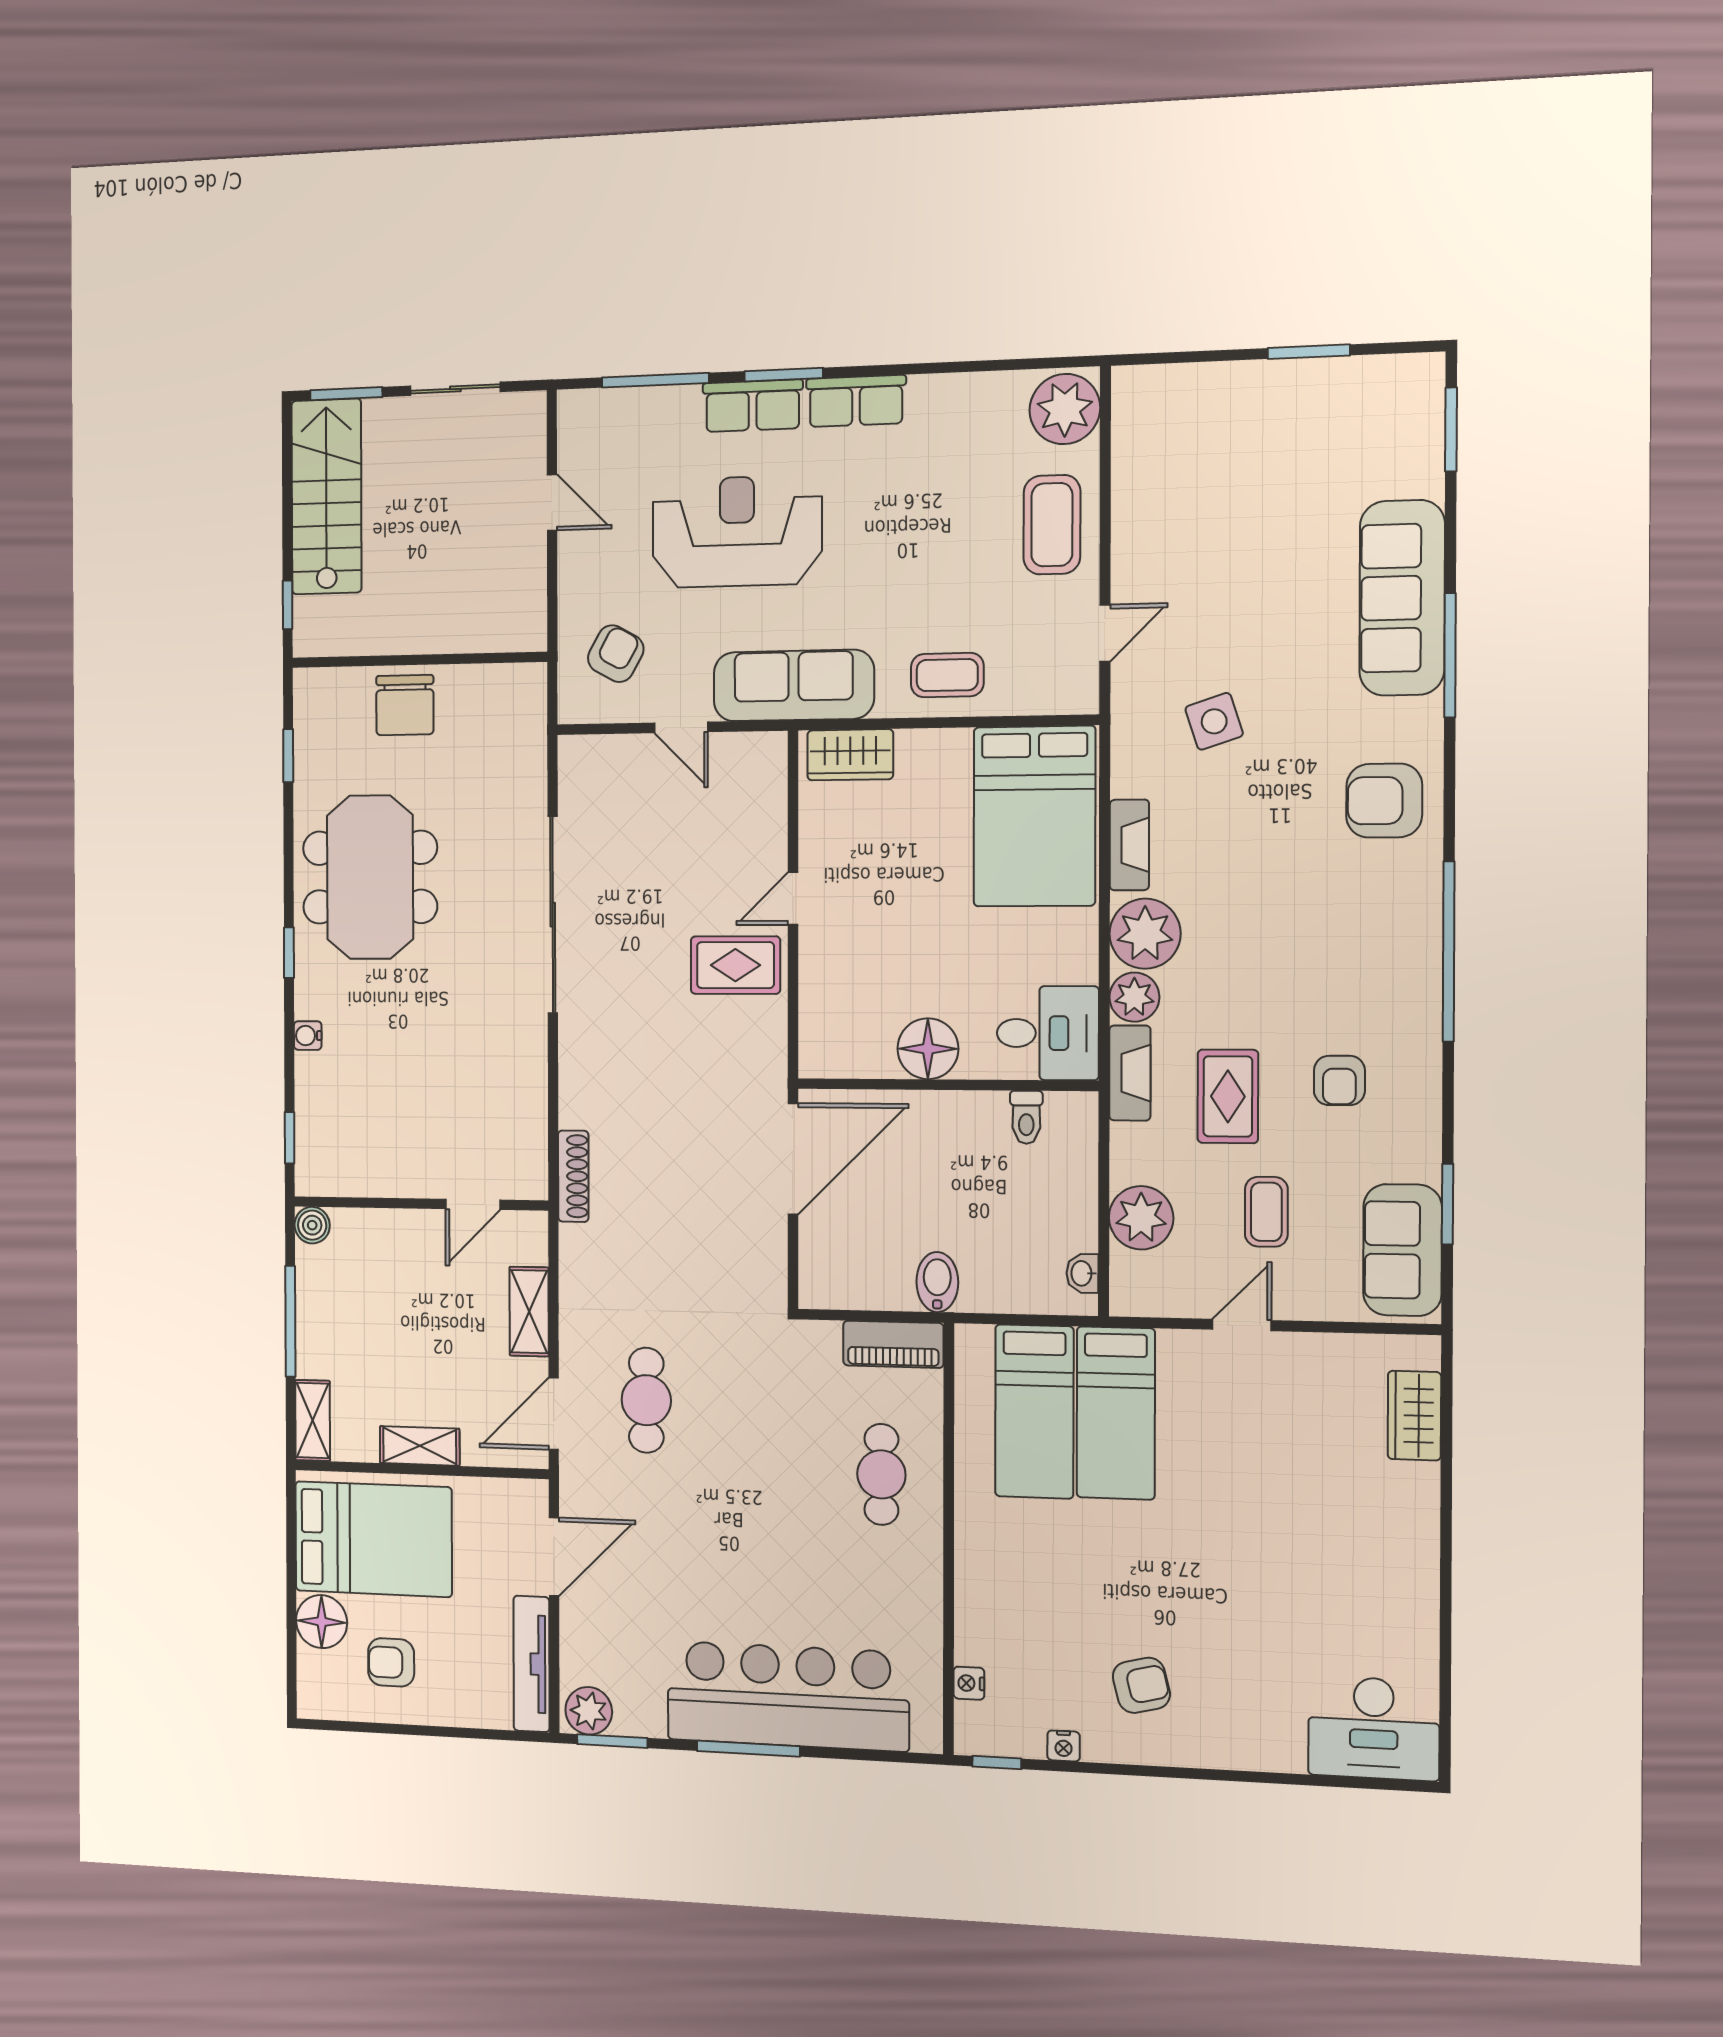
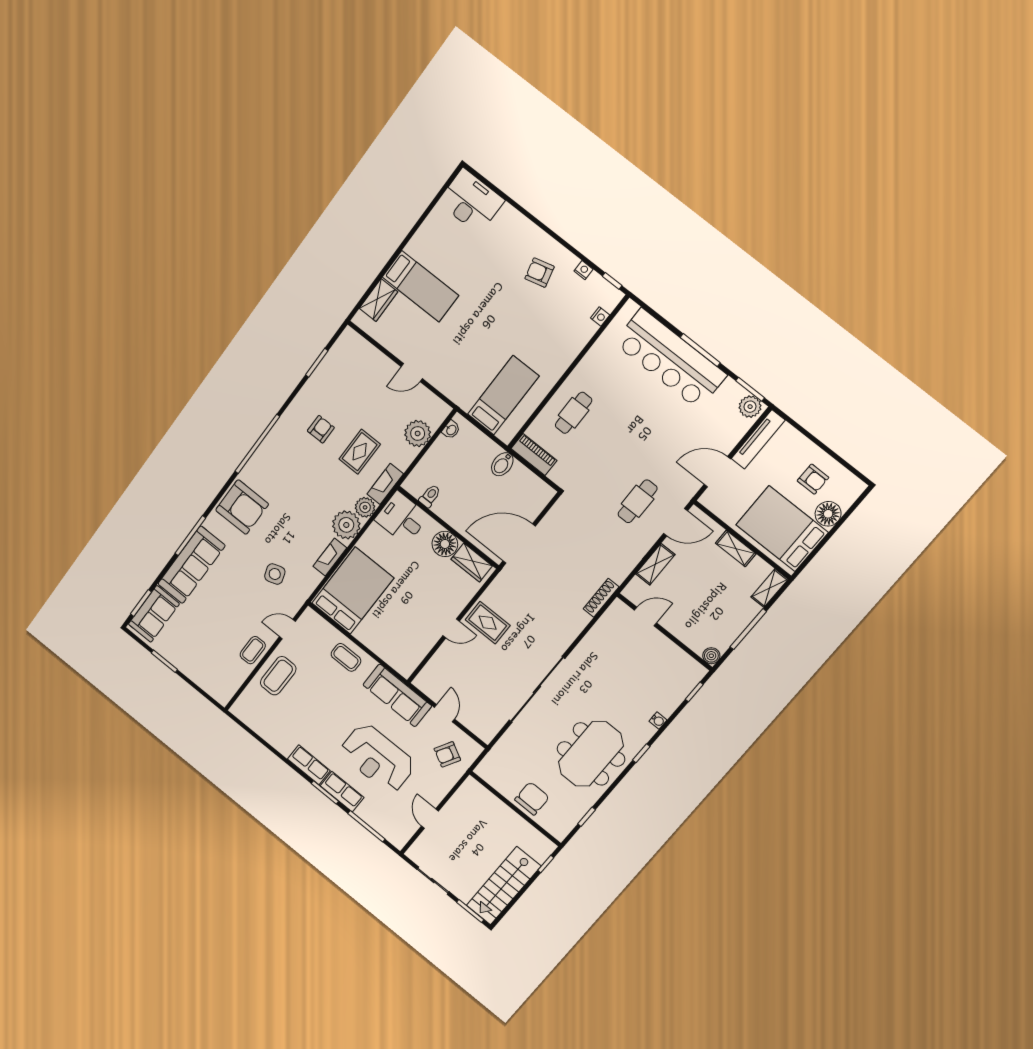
plant: (1065, 409) -> (248, 707), removed
wardrobe: (850, 755) -> (472, 563), moved, turned 180
armchair: (1384, 801) -> (242, 507), width x1.36, depth x1.36
coffee table: (1266, 1212) -> (253, 650), moved
sofa: (1402, 1250) -> (154, 614), moved
bed: (1116, 1413) -> (420, 286), moved, turned 90

